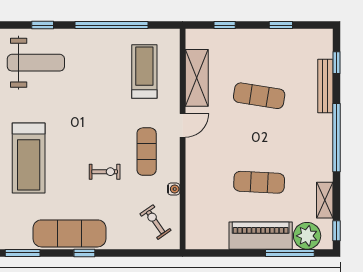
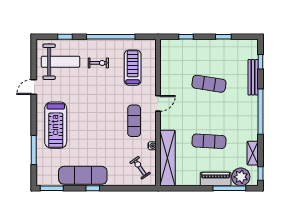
shelving: (197, 78) -> (167, 158), moved, width x1.47
exercise bike: (105, 172) -> (98, 63), moved
piano: (261, 236) -> (216, 179), width x0.73, depth x0.75

